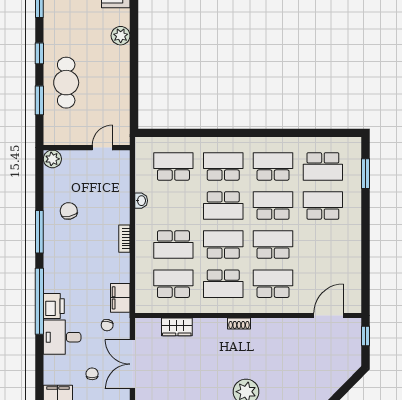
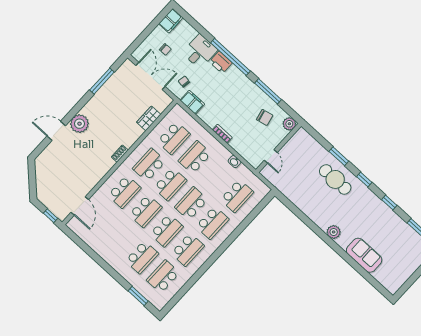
wall: (87, 148) -> (279, 148), moved
door: (102, 148) -> (271, 156), moved
plant: (52, 159) -> (289, 124), moved

